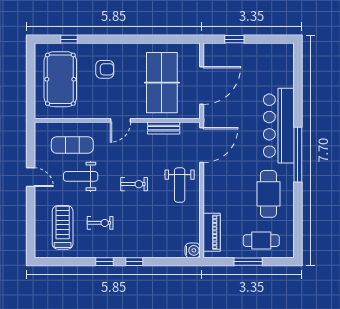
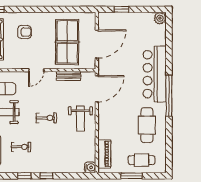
plant: (286, 51) -> (160, 18), added

